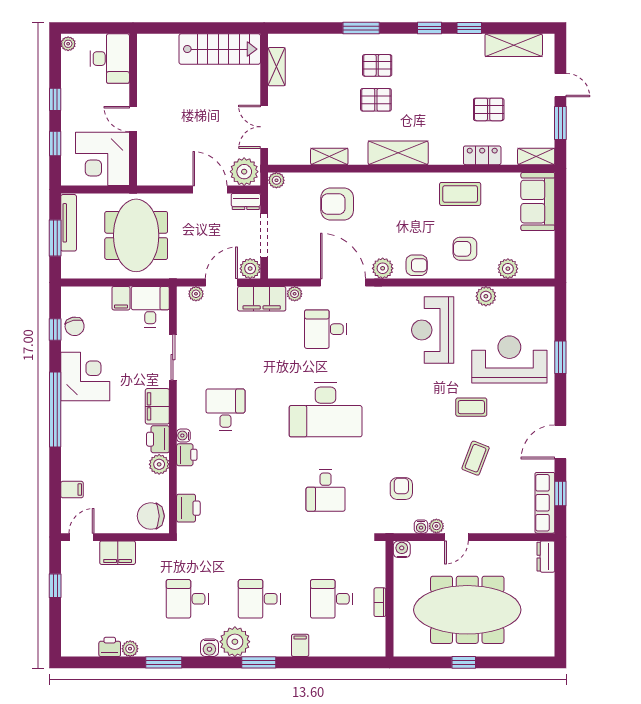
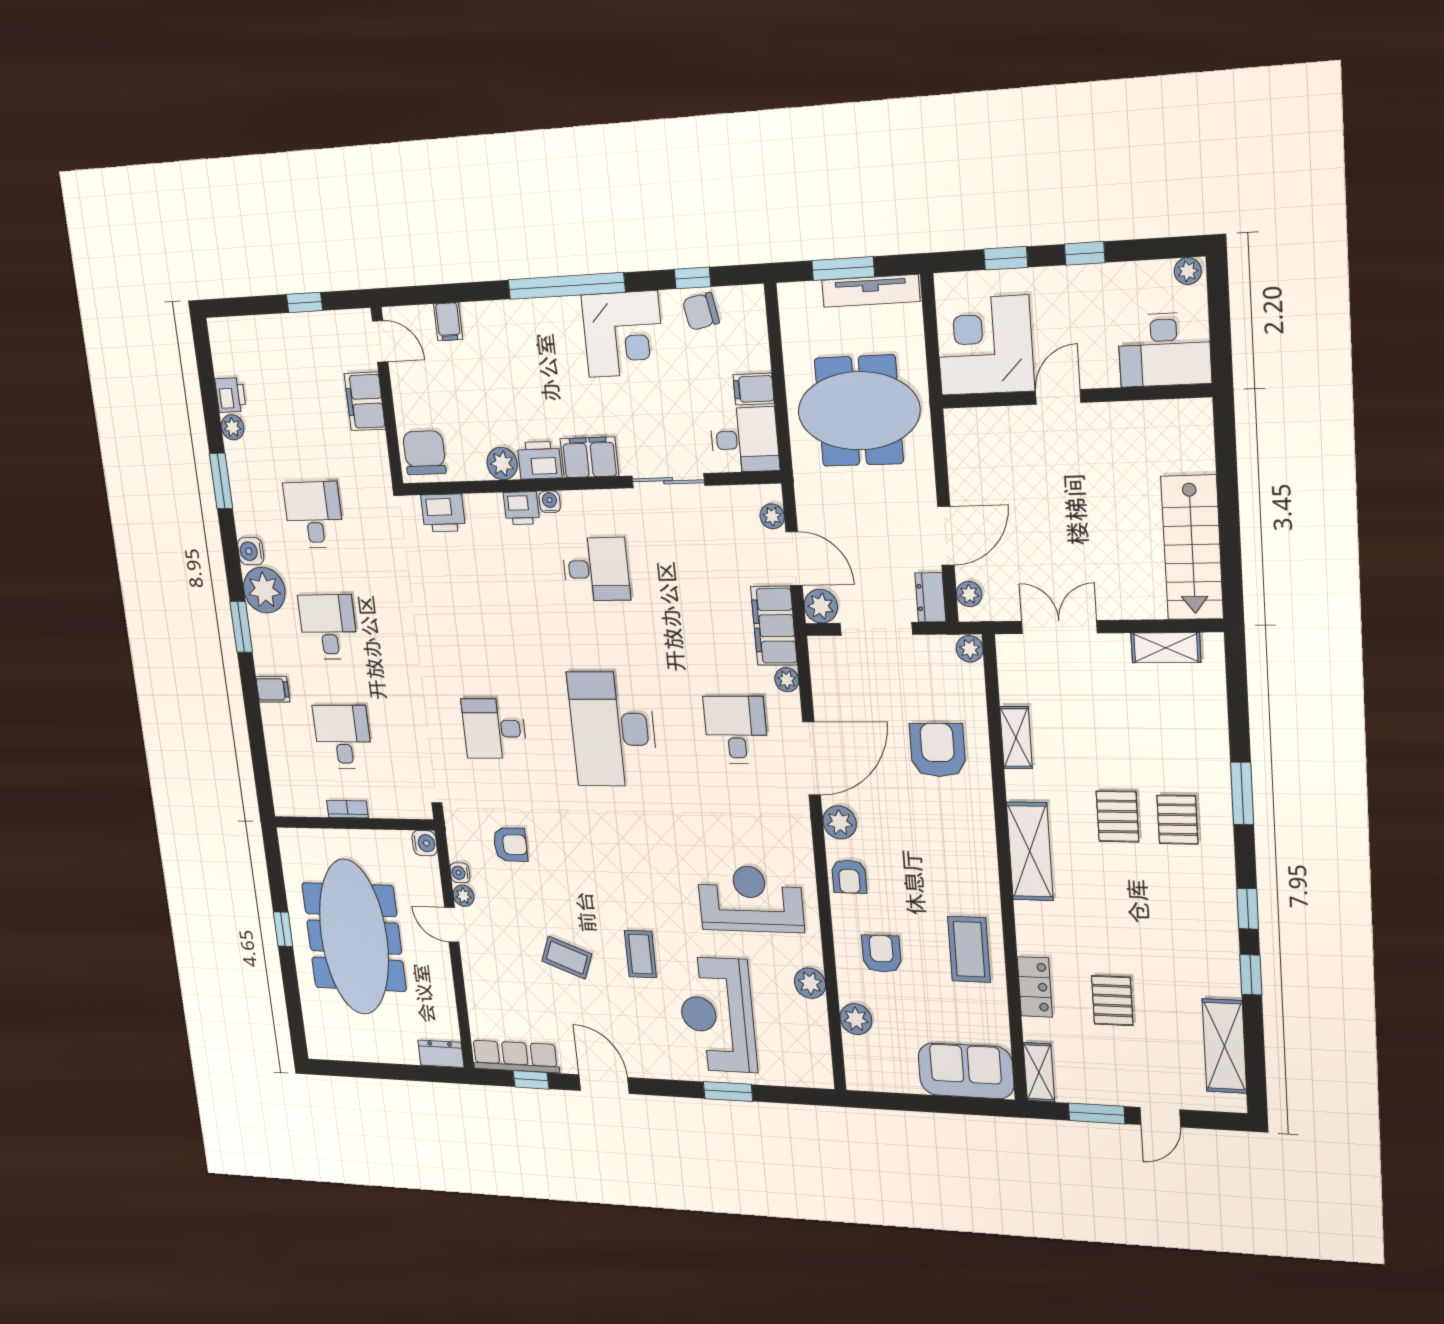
plant: (244, 172) -> (969, 594), width x0.53, depth x0.53
reception desk: (509, 359) -> (717, 1015), turned 180

